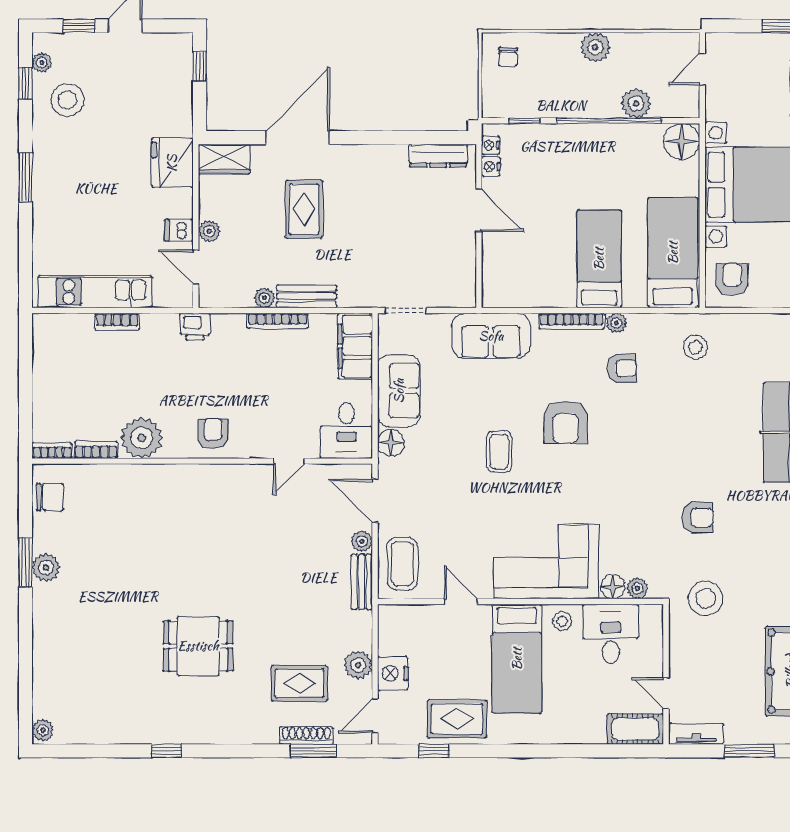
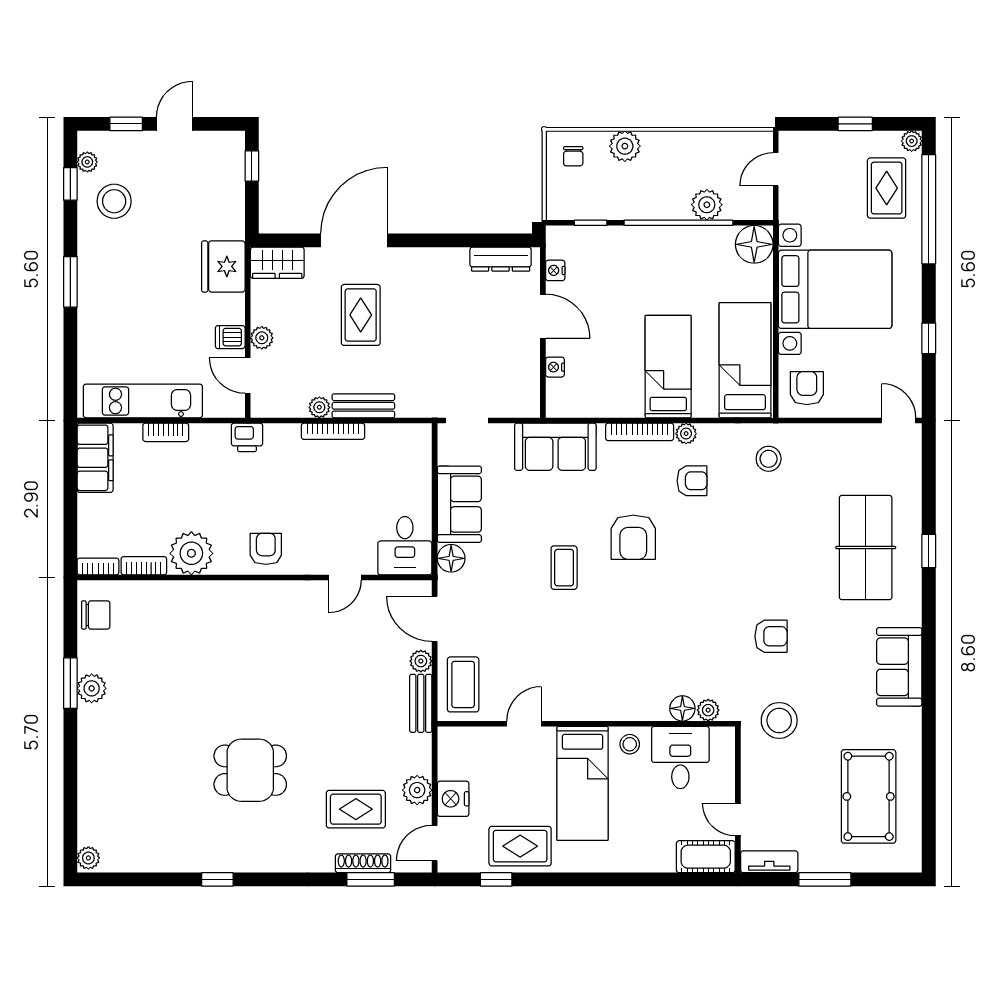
plant: (595, 47) -> (625, 146), moved
nightstand: (490, 145) -> (555, 367), moved
filing cabinet: (355, 346) -> (95, 458), moved, turned 180
corner sofa: (546, 562) -> (613, 682), removed
door: (461, 601) -> (524, 724), hinge flipped

